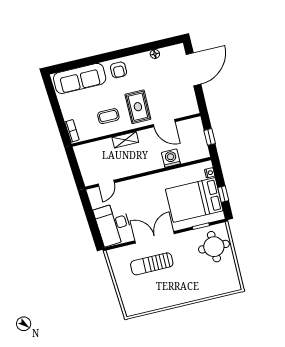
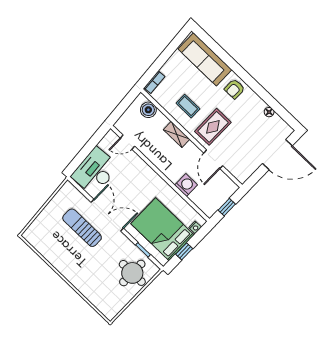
boiler: (91, 150) -> (148, 110), added

